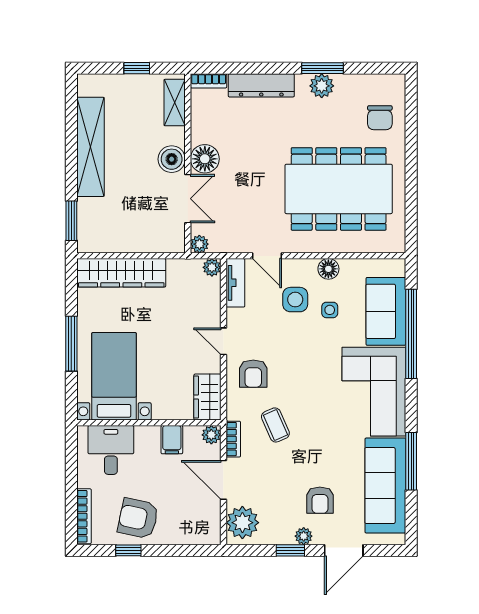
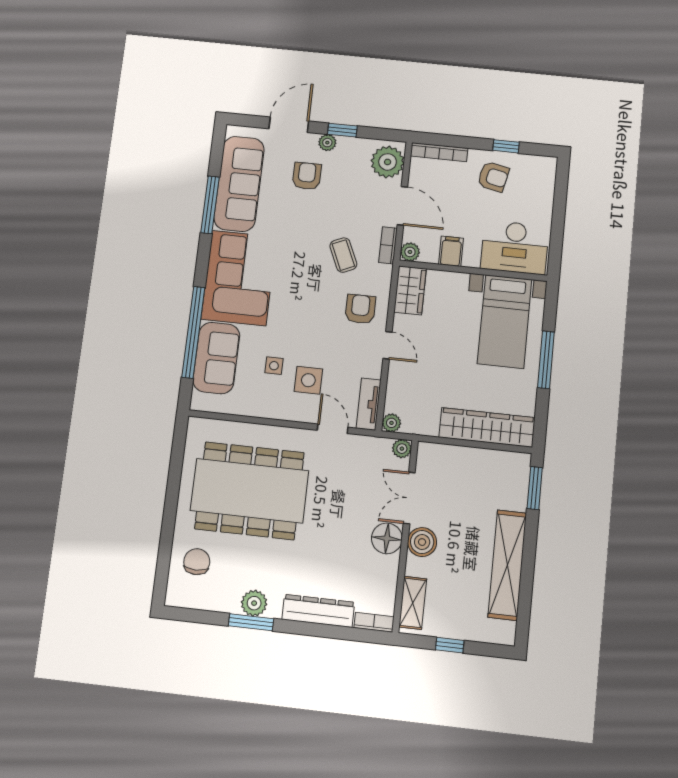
floor lamp: (328, 269) -> (270, 408), removed
desk: (111, 450) -> (515, 247), width x1.37
bookcase: (84, 516) -> (439, 152), moved, turned -90
armchair: (138, 518) -> (493, 177), width x0.72, depth x0.72

